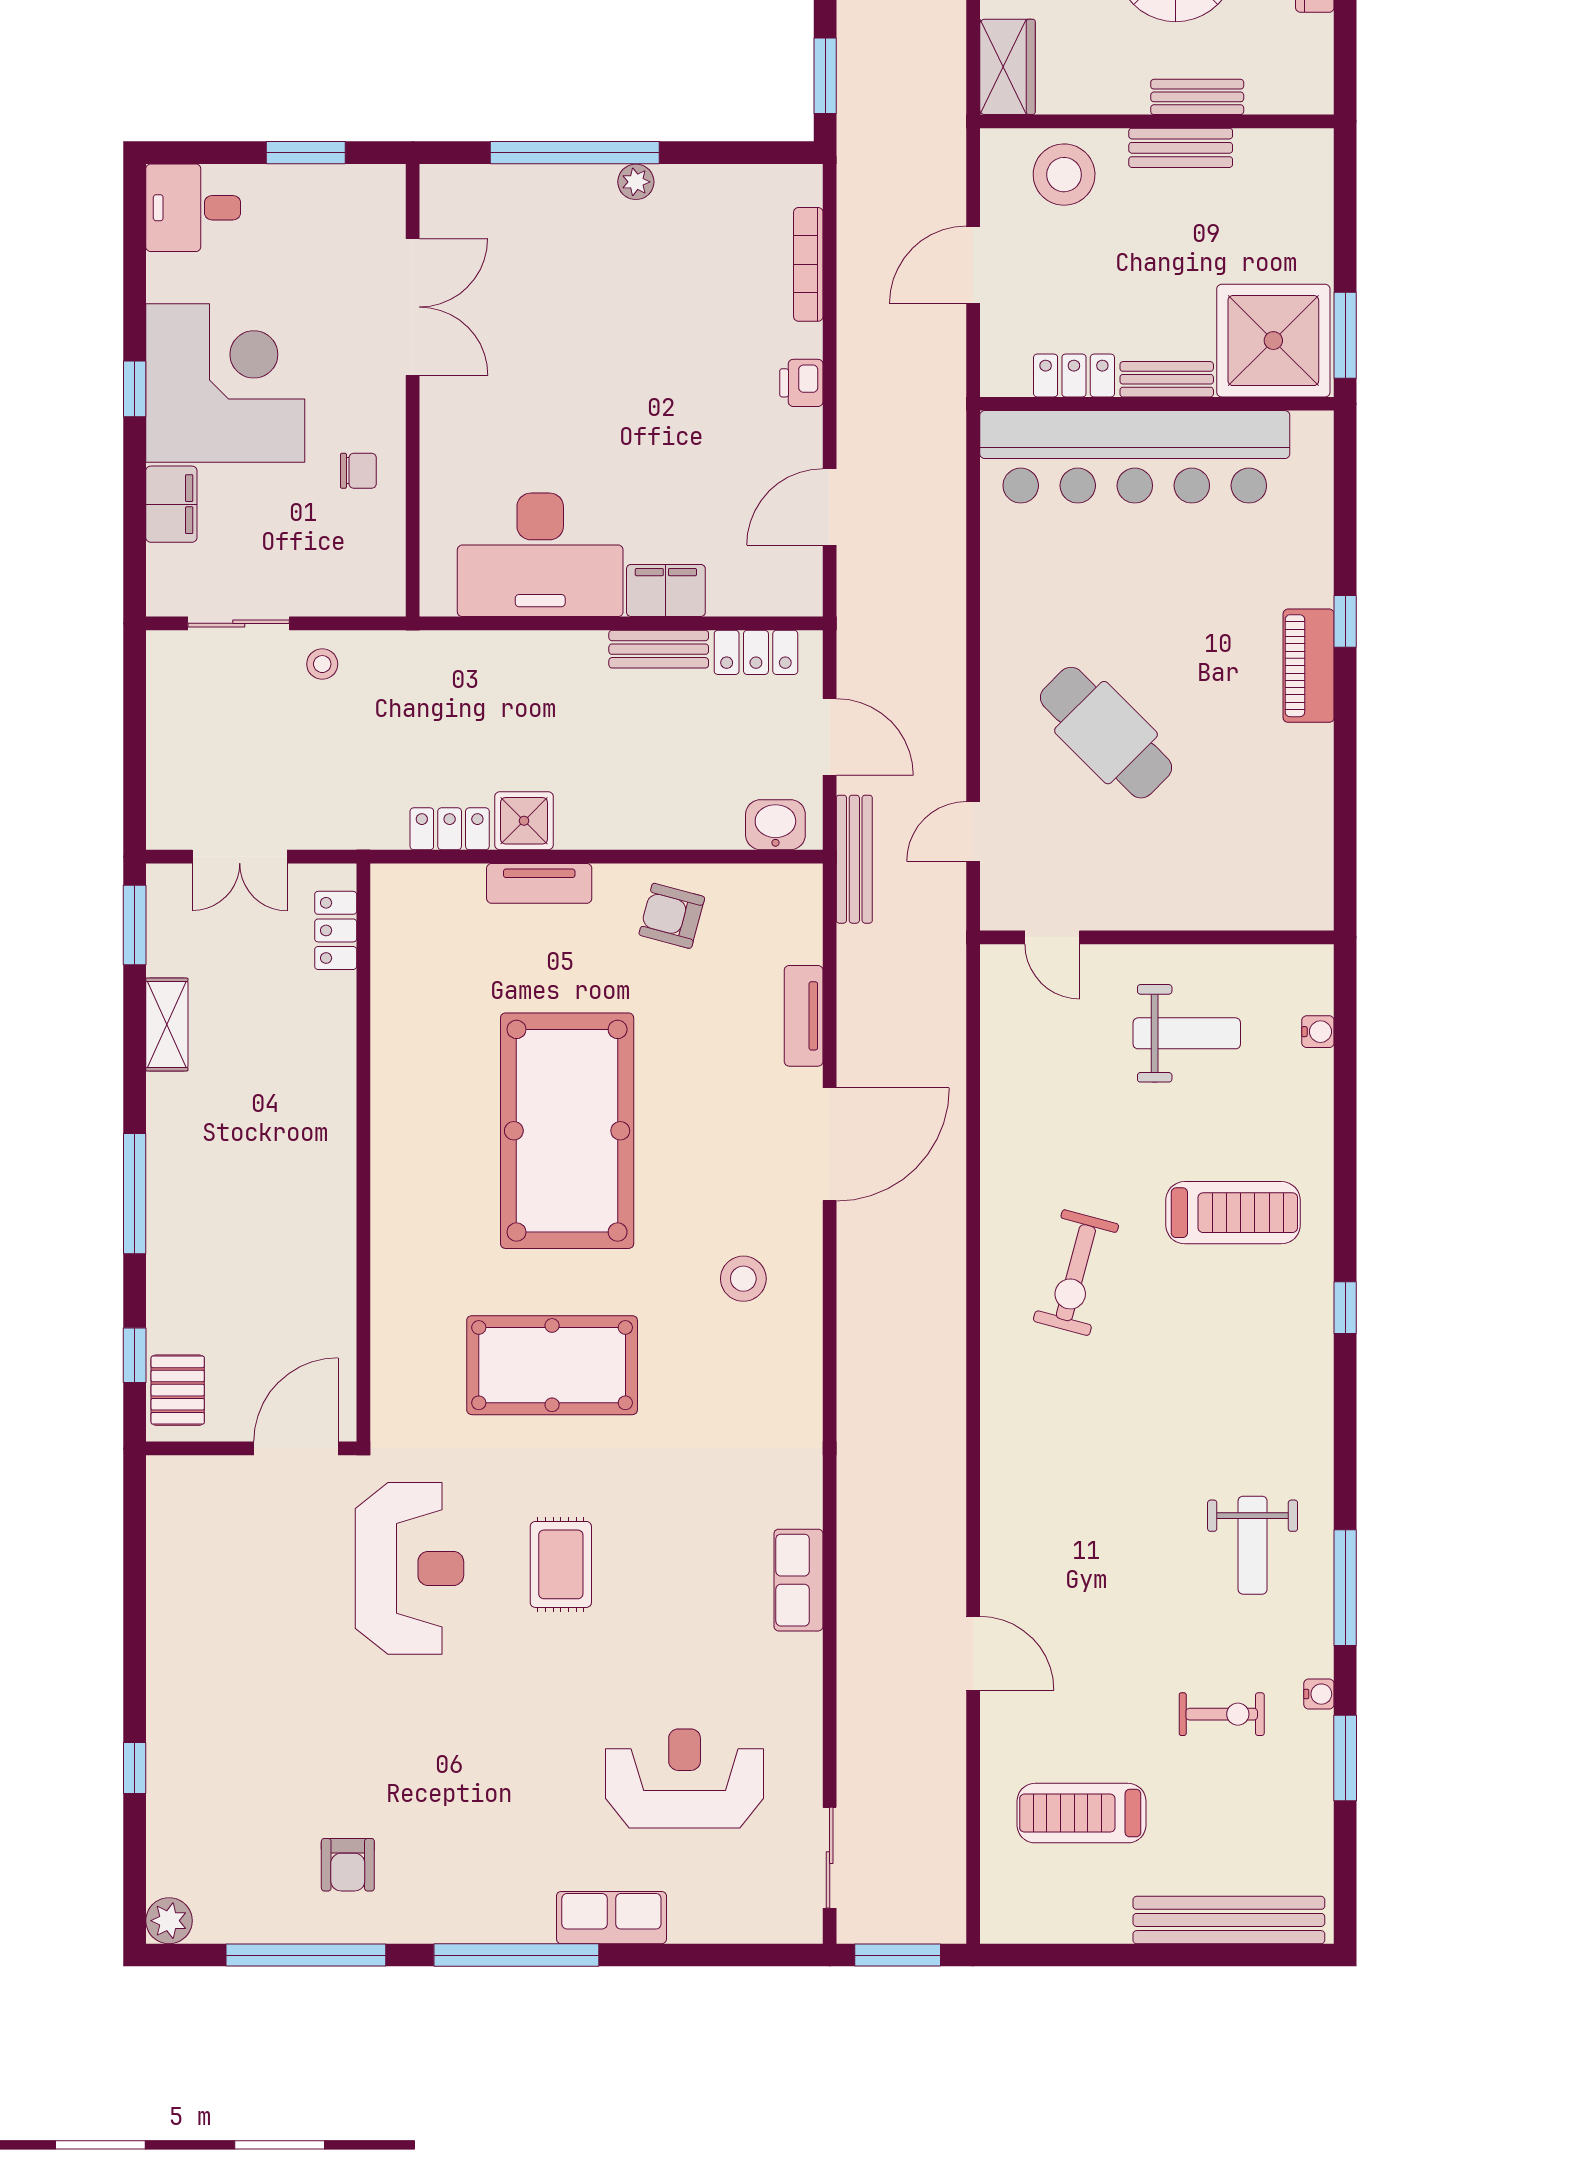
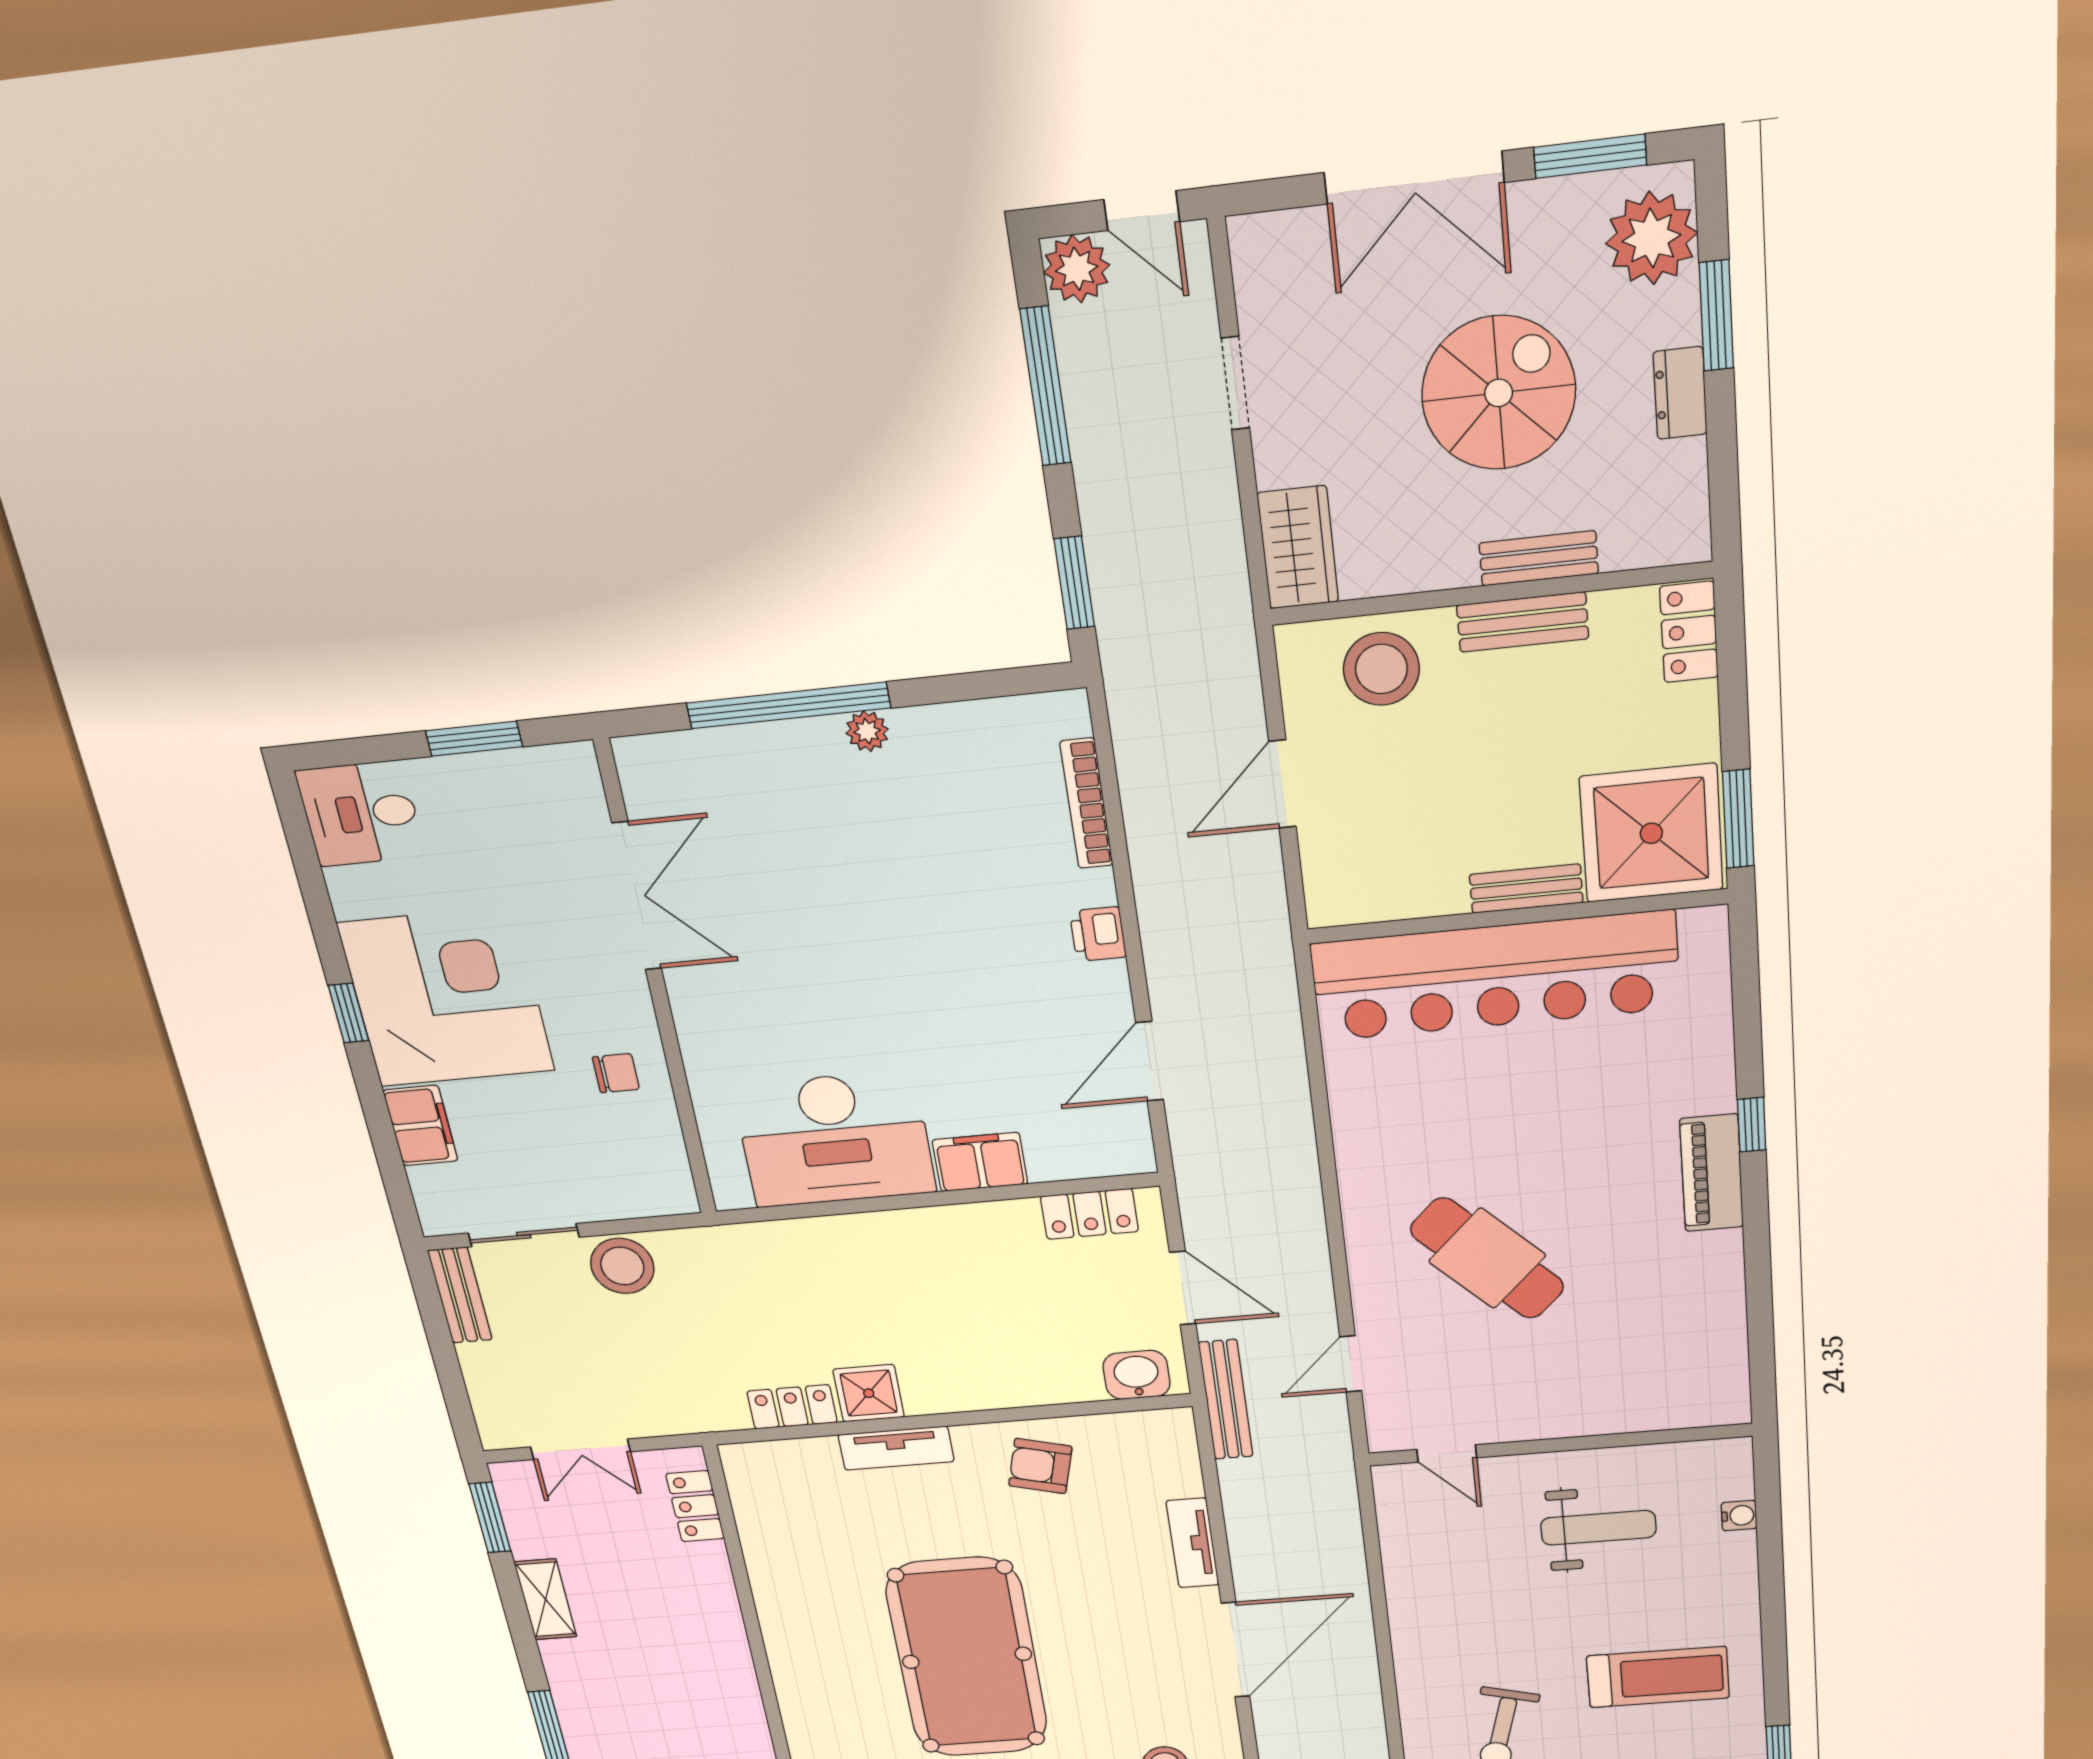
locker: (1074, 376) -> (1689, 632), moved, turned -90
bench: (659, 649) -> (460, 1295), moved, turned 90
stool: (322, 664) -> (622, 1266), width x1.89, depth x1.89

